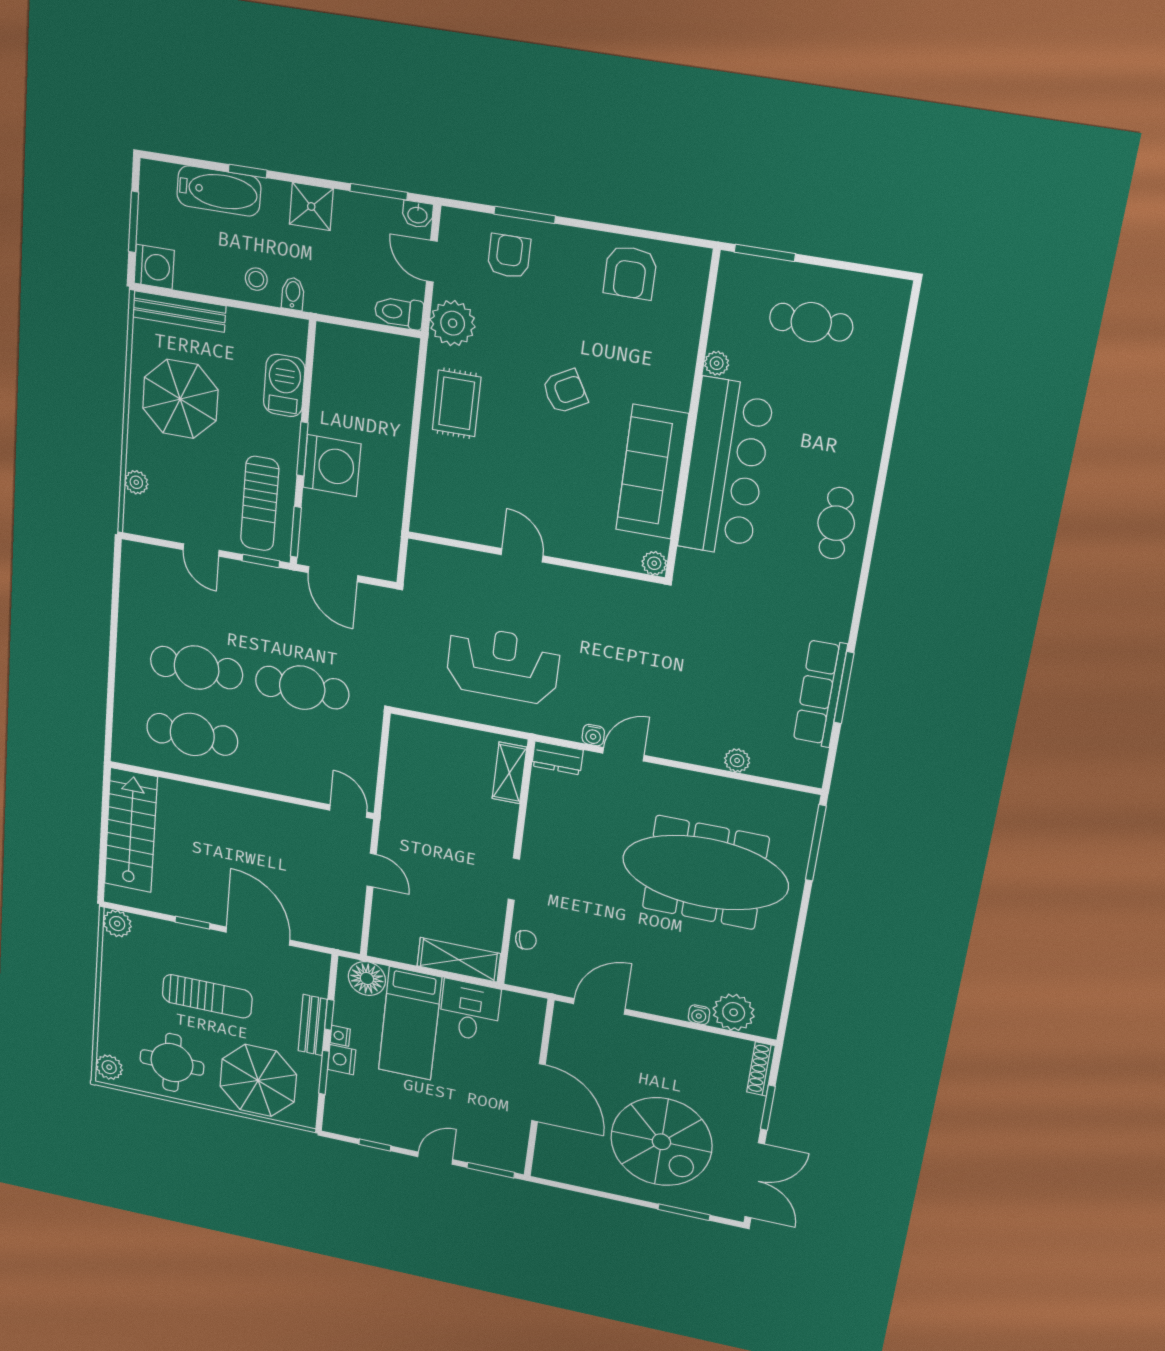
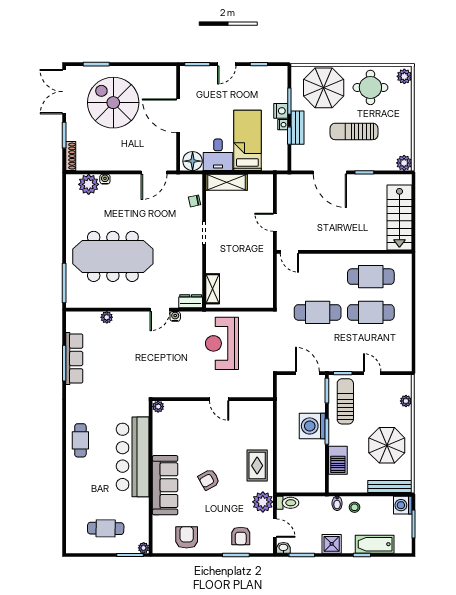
plant: (717, 363) -> (144, 548), moved
sofa: (652, 472) -> (165, 485), moved
reception desk: (503, 665) -> (222, 343), turned 90
floor lamp: (367, 978) -> (193, 161), moved

